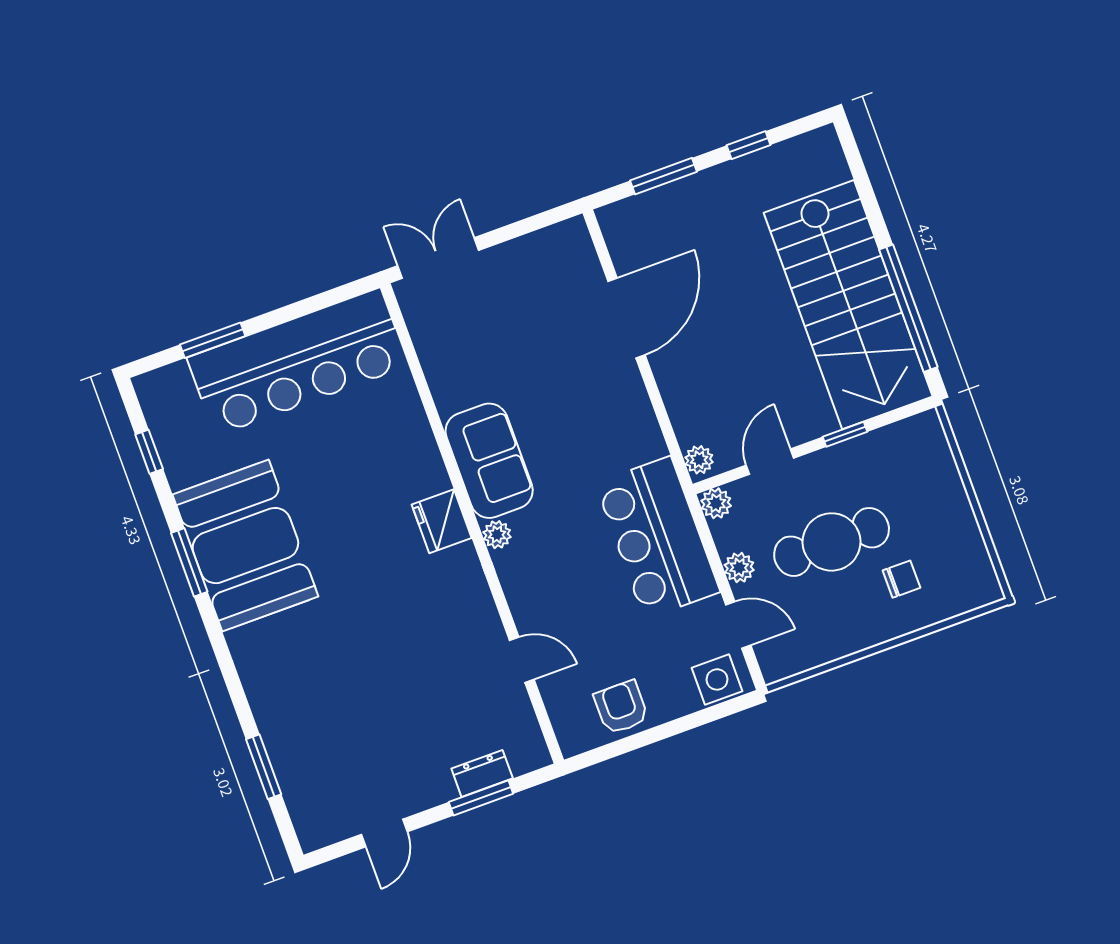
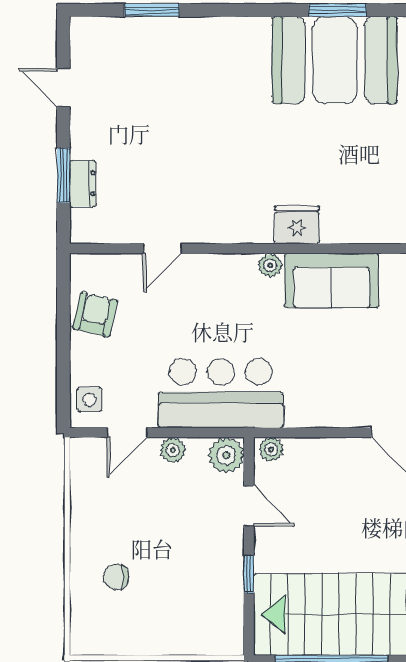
plant: (716, 503) -> (226, 455), width x1.38, depth x1.38
cafe table: (832, 542) -> (166, 532), removed
chair: (901, 579) -> (116, 577), turned 90
side table: (717, 679) -> (89, 400), width x0.73, depth x0.73
armchair: (621, 707) -> (95, 314), turned -77

